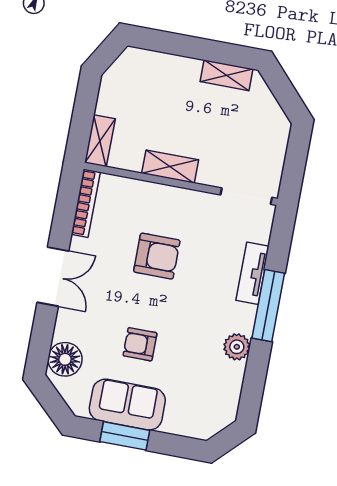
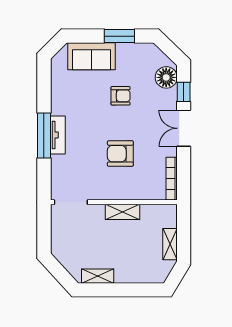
shelving: (100, 141) -> (170, 244), moved
tv unit: (252, 273) -> (58, 135), moved
window: (43, 332) -> (184, 92), added
plant: (237, 347) -> (59, 106), removed
sofa: (127, 405) -> (92, 56), moved

